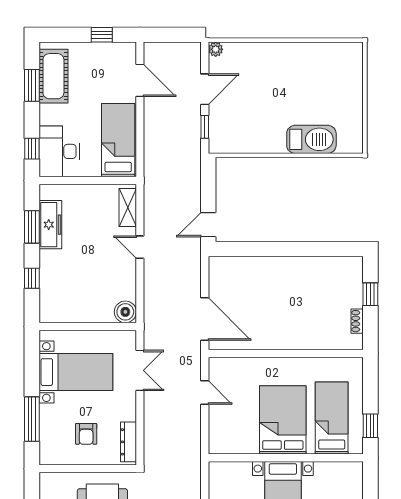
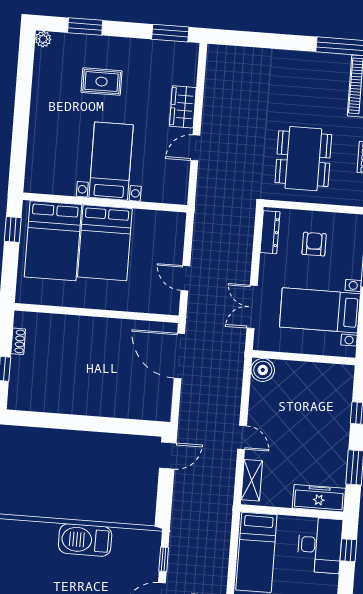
barbecue: (311, 139) -> (85, 540), moved
freezer: (50, 225) -> (319, 498), moved, turned 90
bed: (332, 418) -> (53, 241), width x1.50

